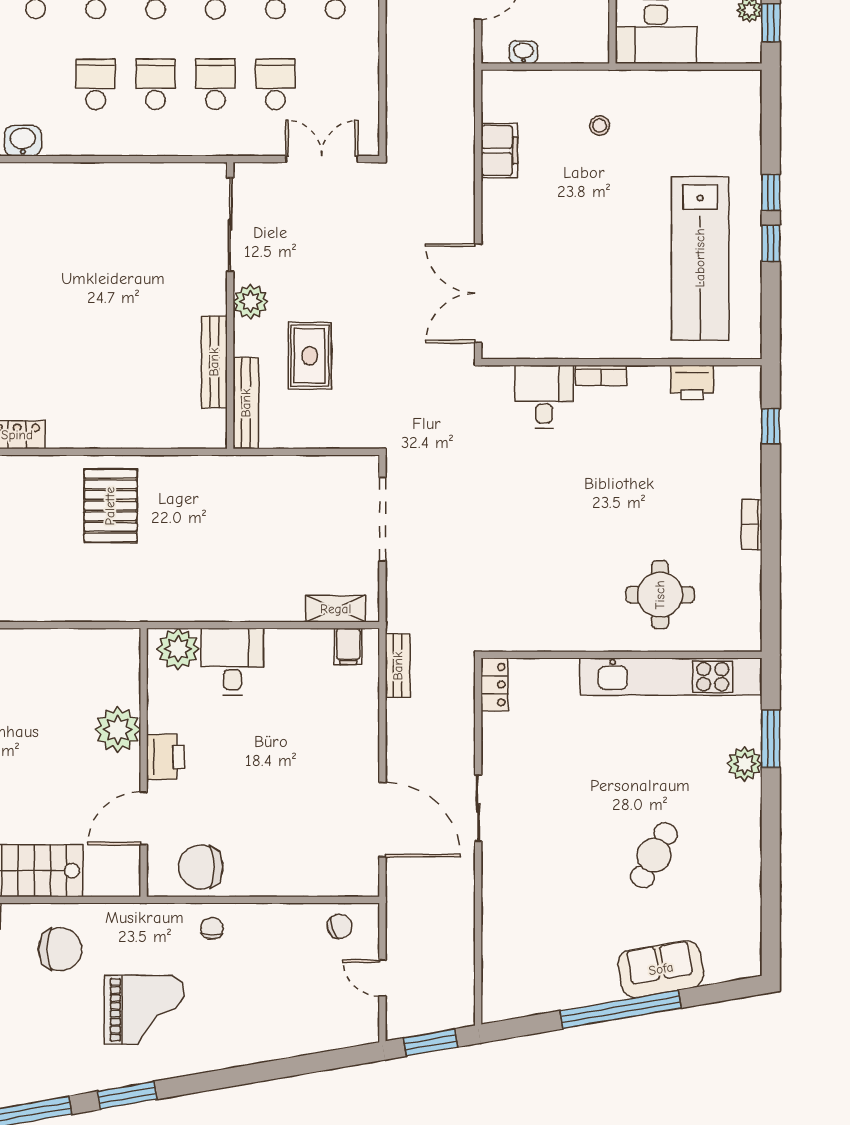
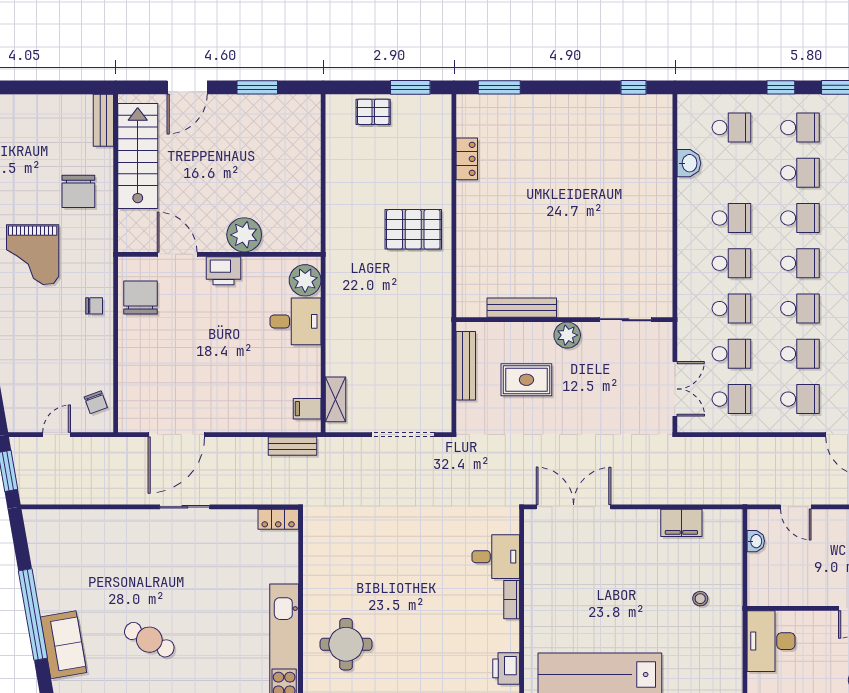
school desk: (335, 84) -> (731, 399), added
sliding door: (230, 225) -> (625, 320), width x0.73
bench: (246, 403) -> (466, 366), moved, turned 90

